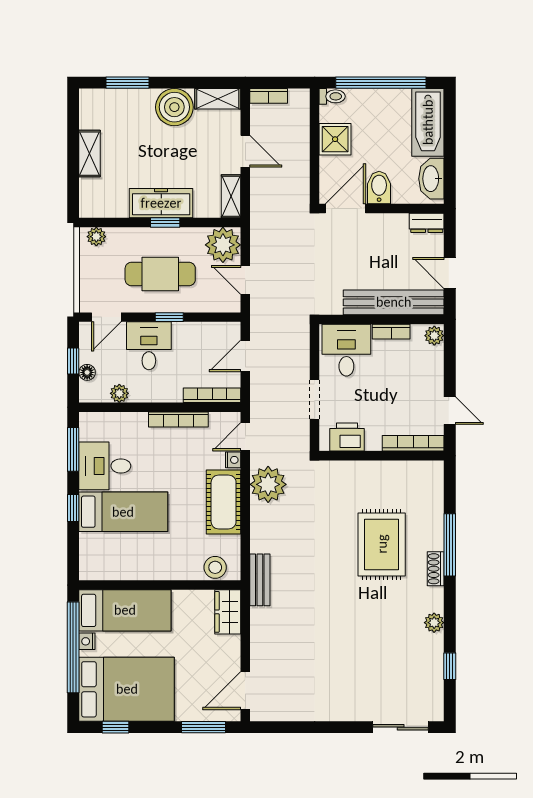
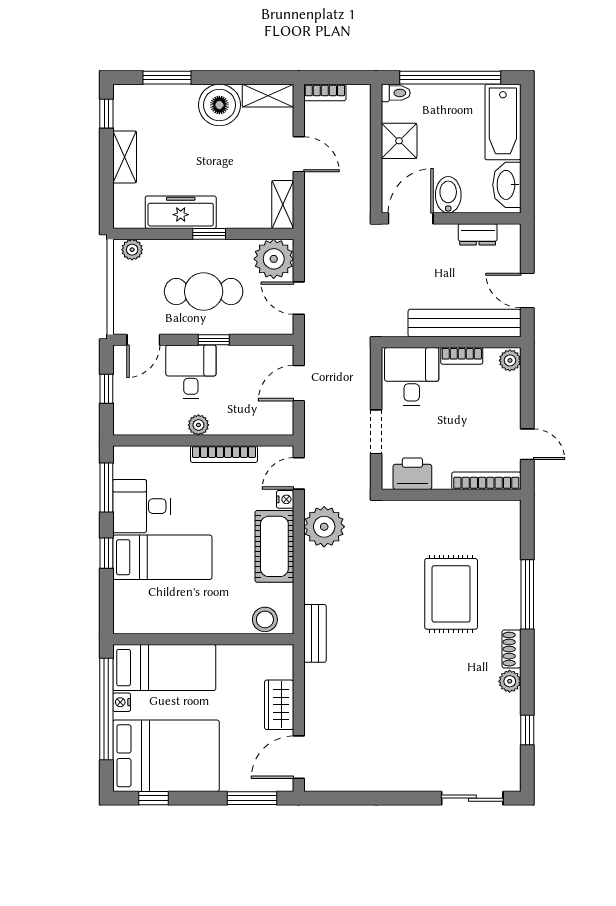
window: (73, 115) -> (106, 114), added
freezer: (161, 203) -> (181, 212), moved
dresser: (427, 223) -> (478, 234), moved
floor lamp: (87, 372) -> (122, 402), removed
plant: (119, 393) -> (198, 425), moved
bookcase: (212, 395) -> (262, 427), removed
shoe rack: (436, 569) -> (511, 649), moved
wardrobe: (228, 612) -> (279, 705), moved

